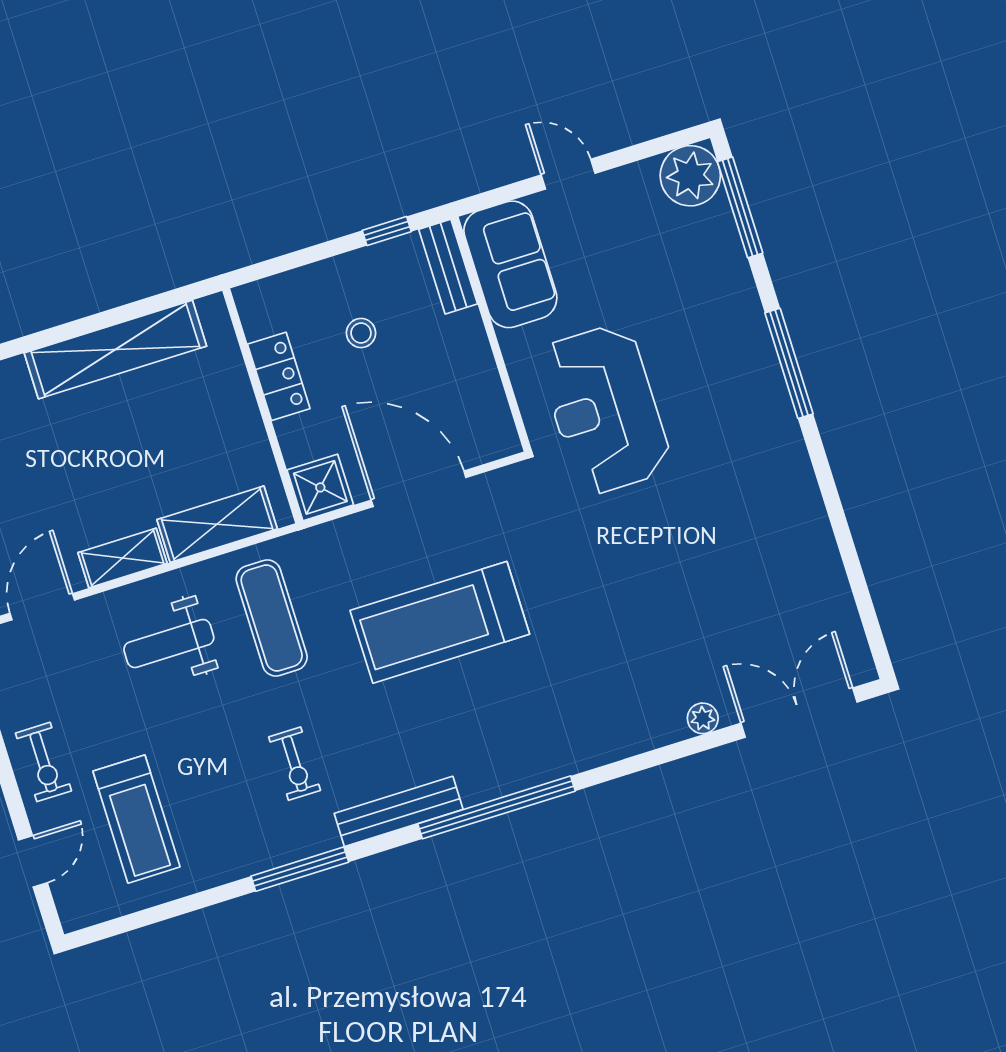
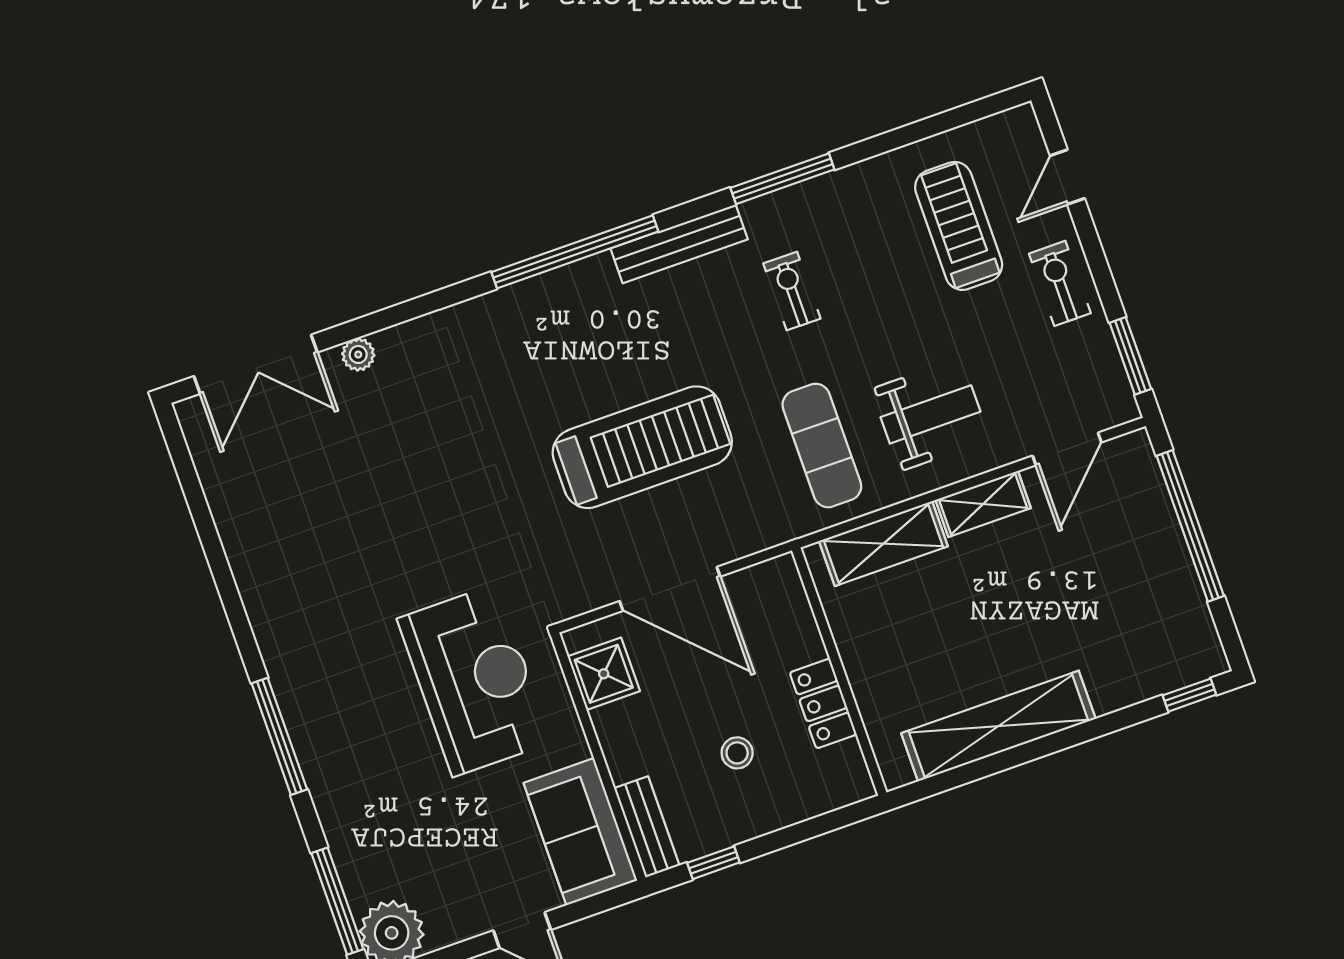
shower: (320, 487) -> (604, 674), moved

